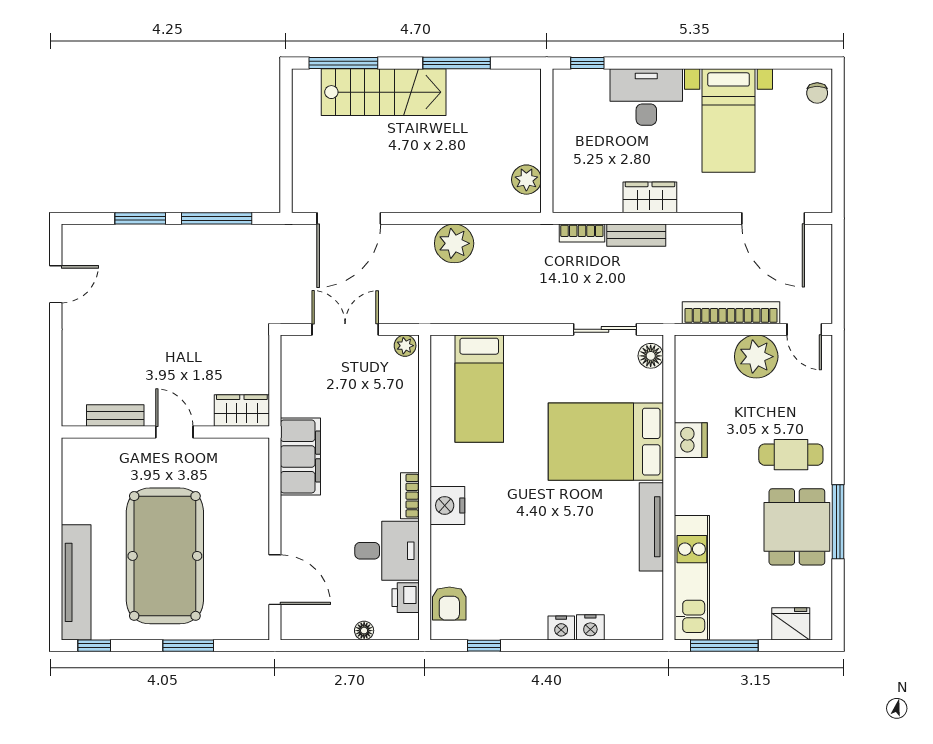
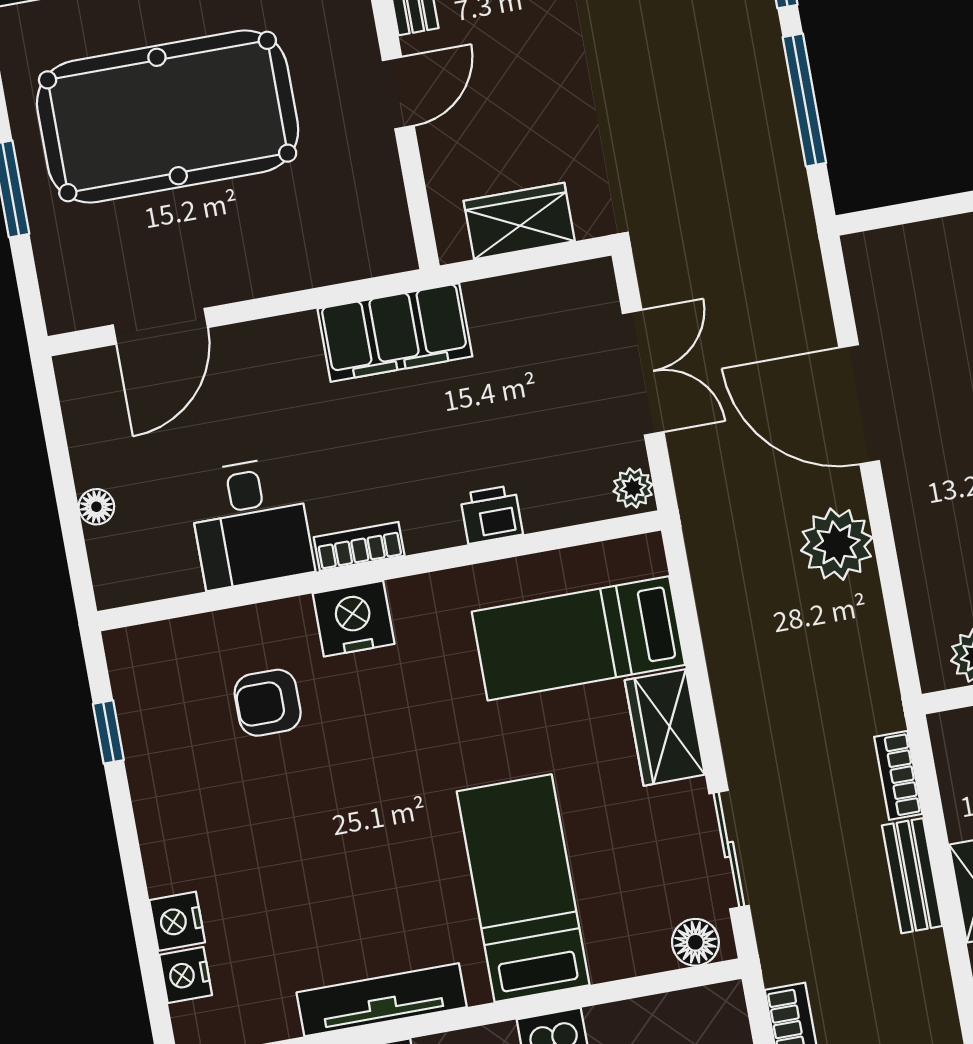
door: (349, 218) -> (859, 404), moved
wardrobe: (534, 352) -> (665, 727), added
wardrobe: (242, 411) -> (519, 221), moved, turned -90
bed: (606, 442) -> (523, 888), width x0.67
printer: (406, 598) -> (491, 514), moved
armchair: (449, 603) -> (268, 703), moved
nightstand: (561, 628) -> (186, 975), moved

